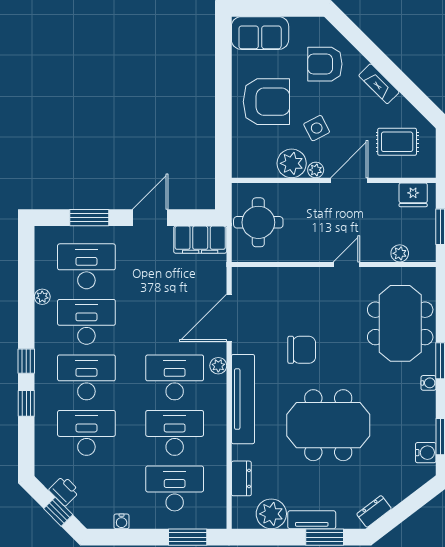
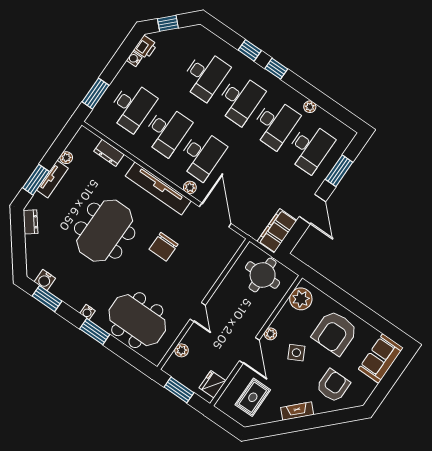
plant: (292, 163) -> (301, 299), moved
printer: (64, 491) -> (145, 47), moved, turned -45
plant: (271, 514) -> (66, 158), width x0.53, depth x0.53

